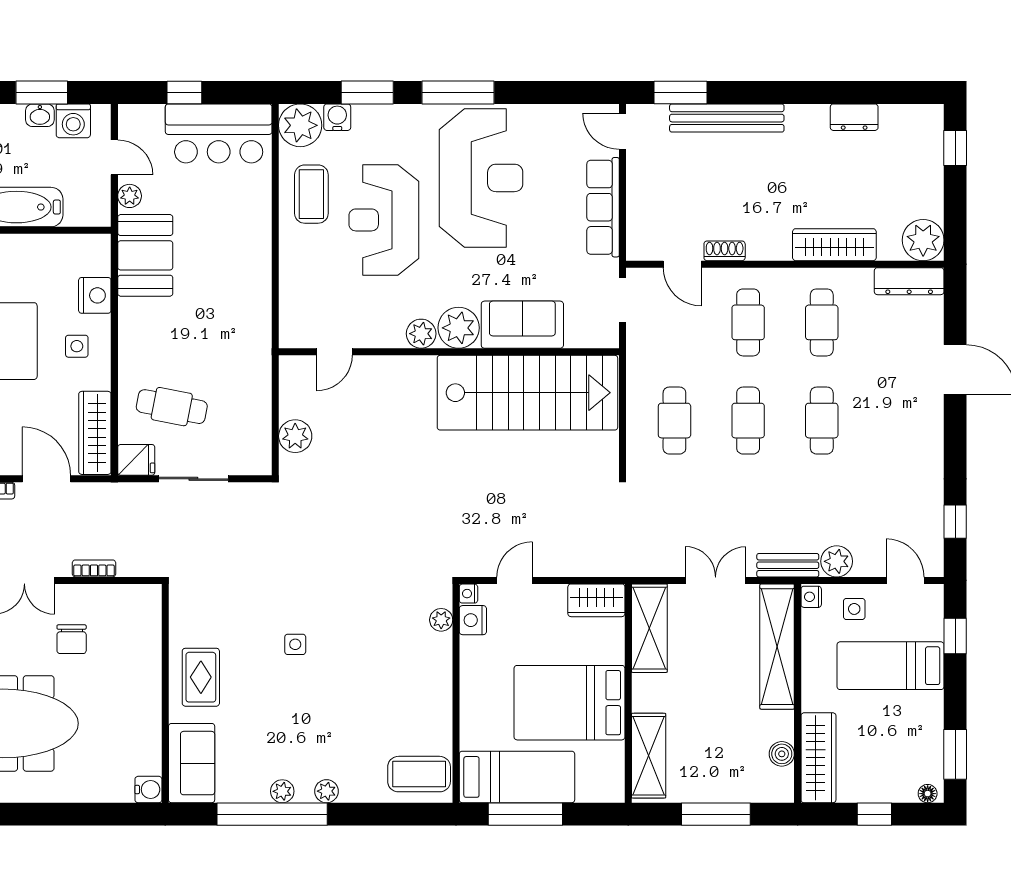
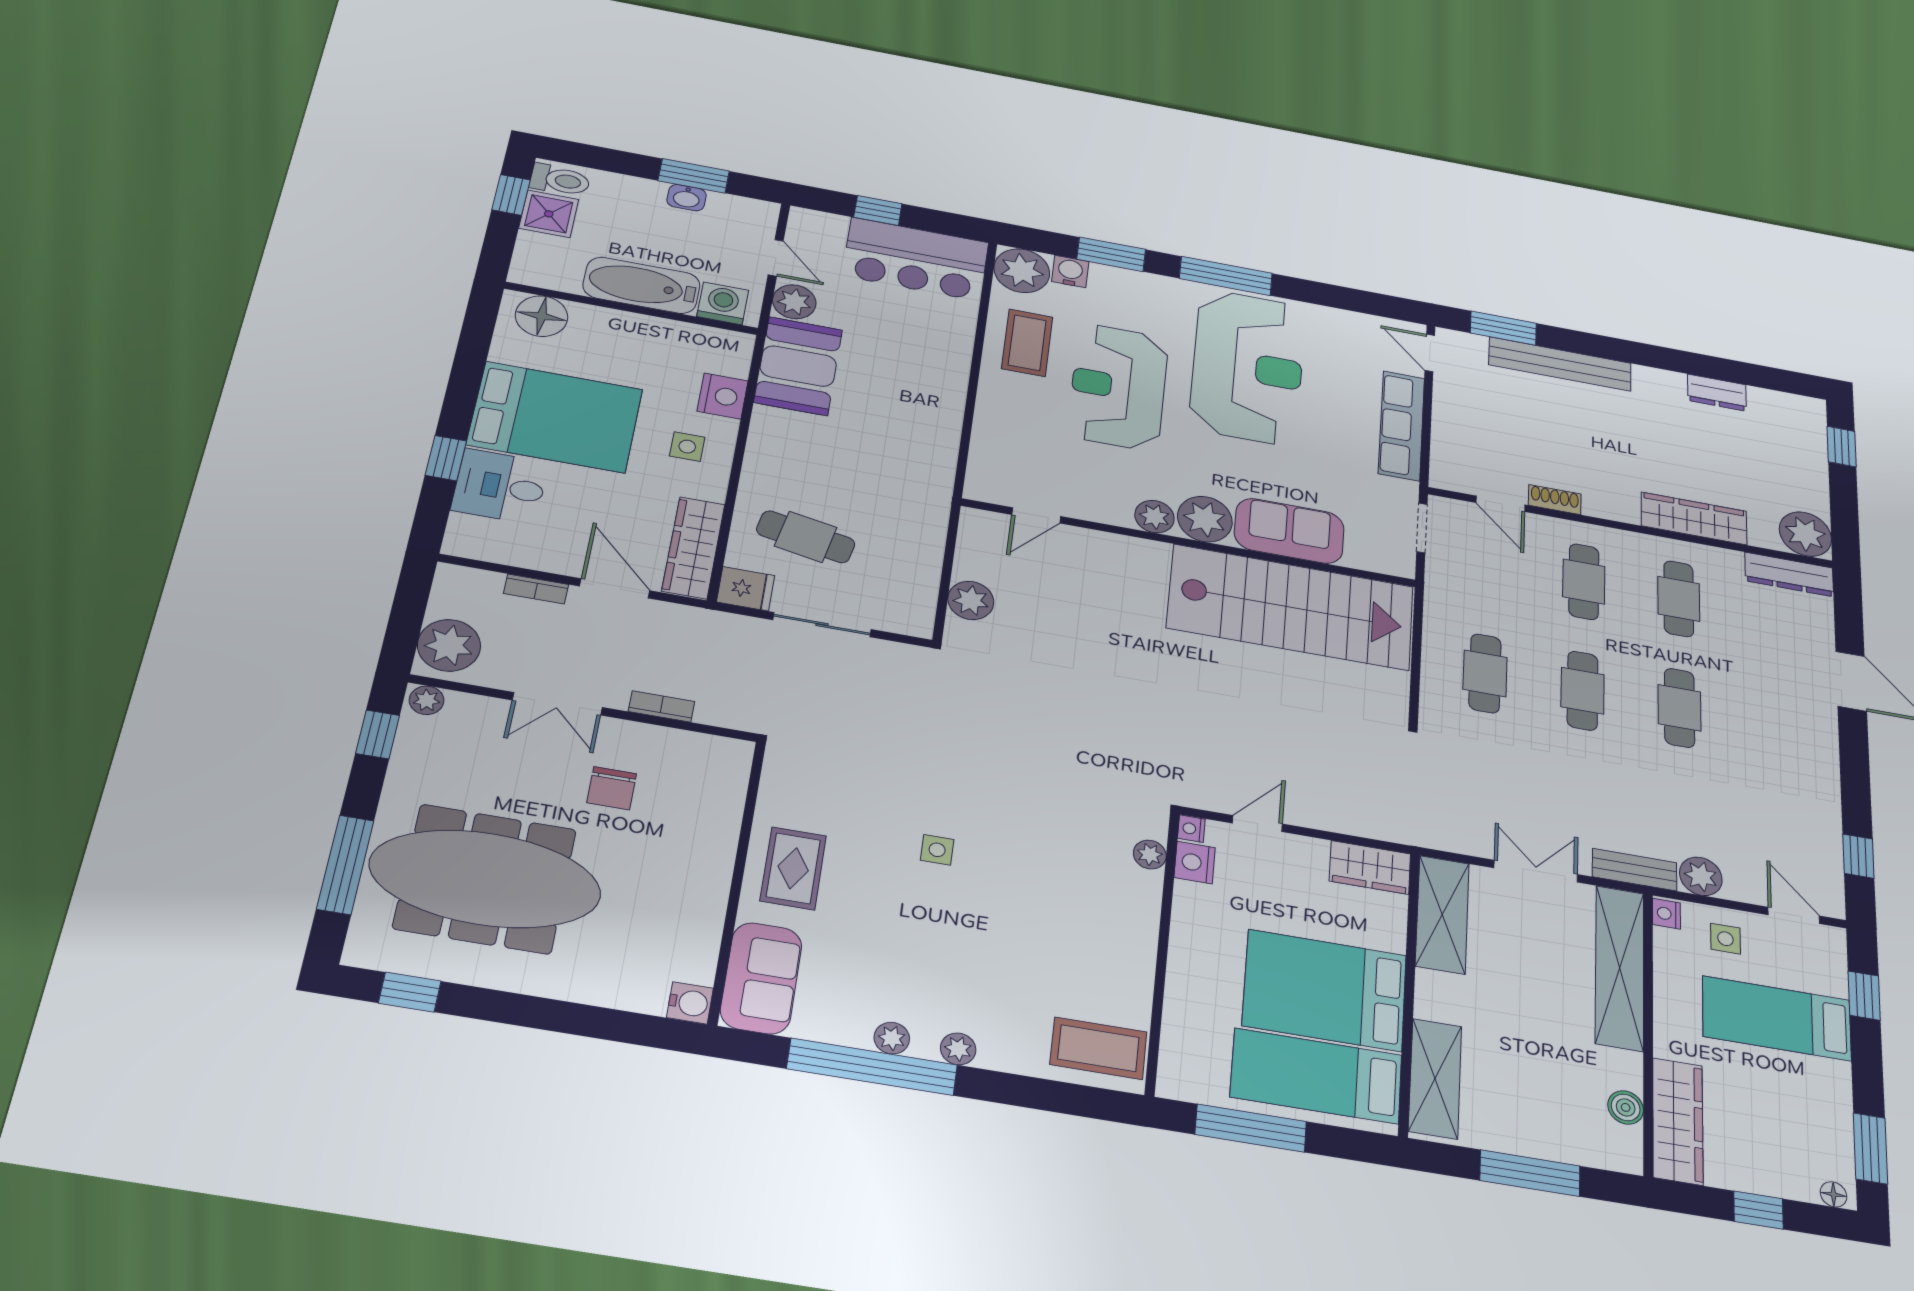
washing machine: (73, 121) -> (723, 303), moved, turned 180
plant: (130, 196) -> (794, 302), width x1.38, depth x1.38
bed: (517, 777) -> (1316, 1076), moved, turned 180

